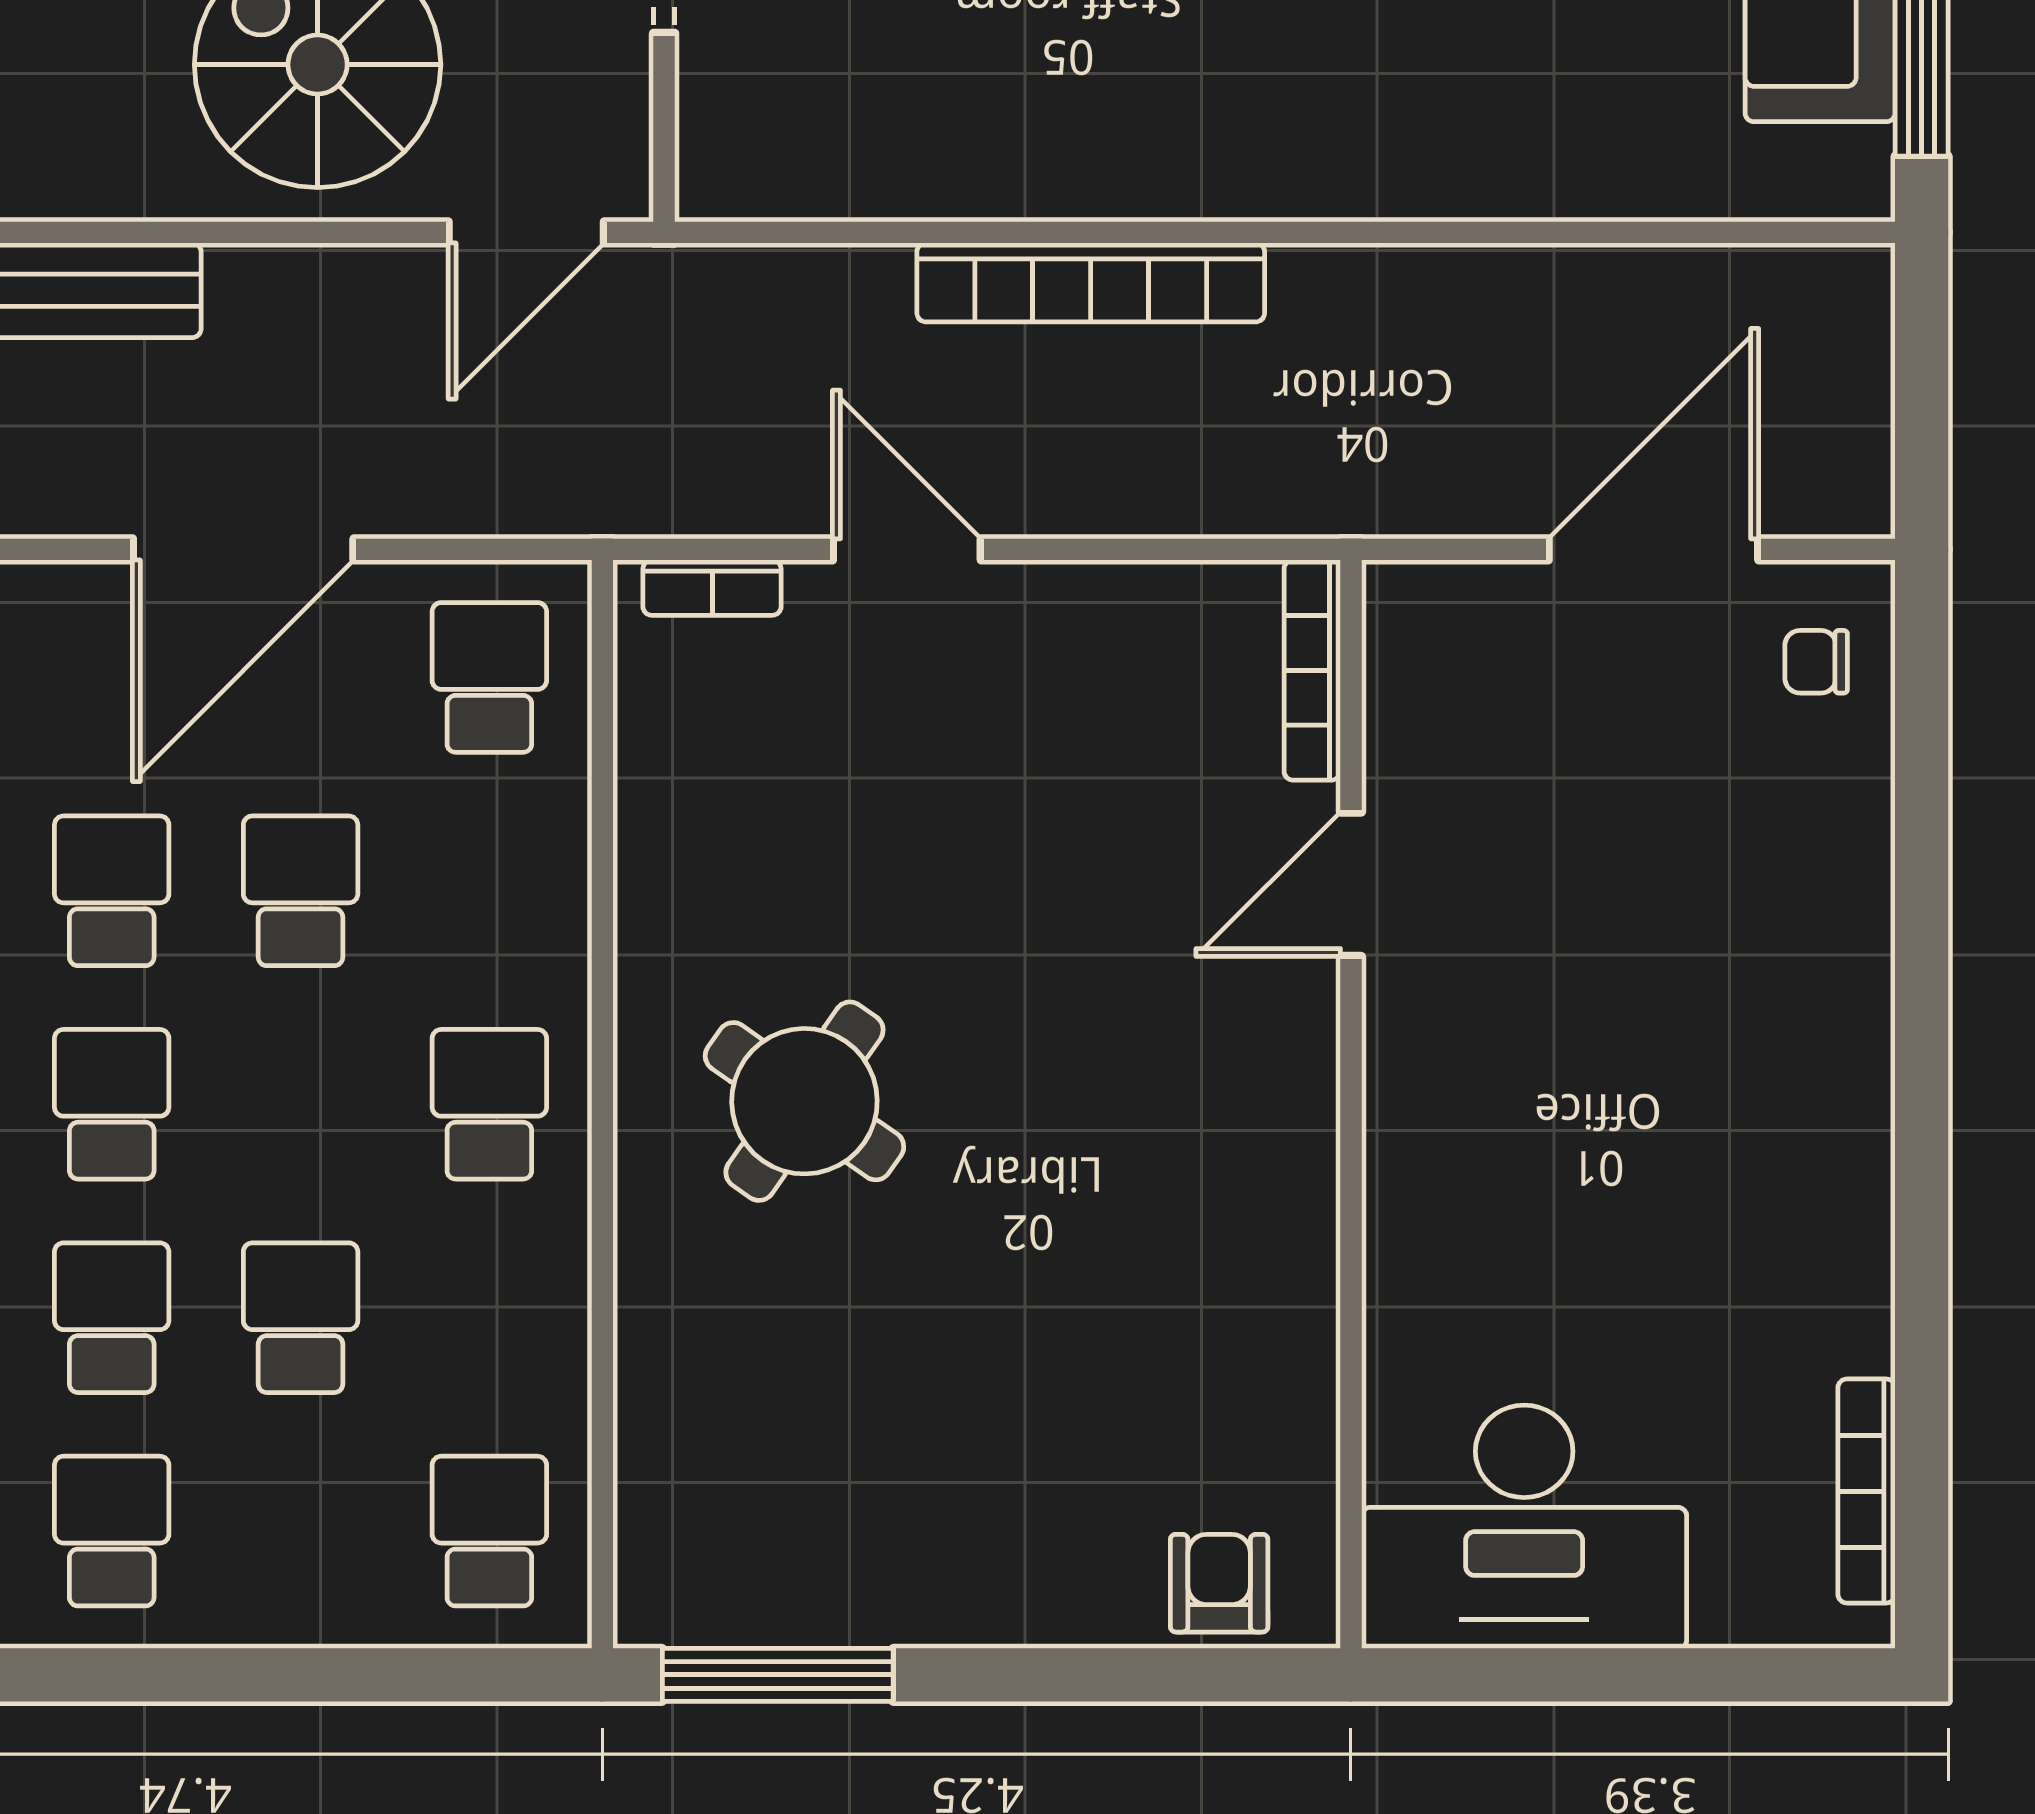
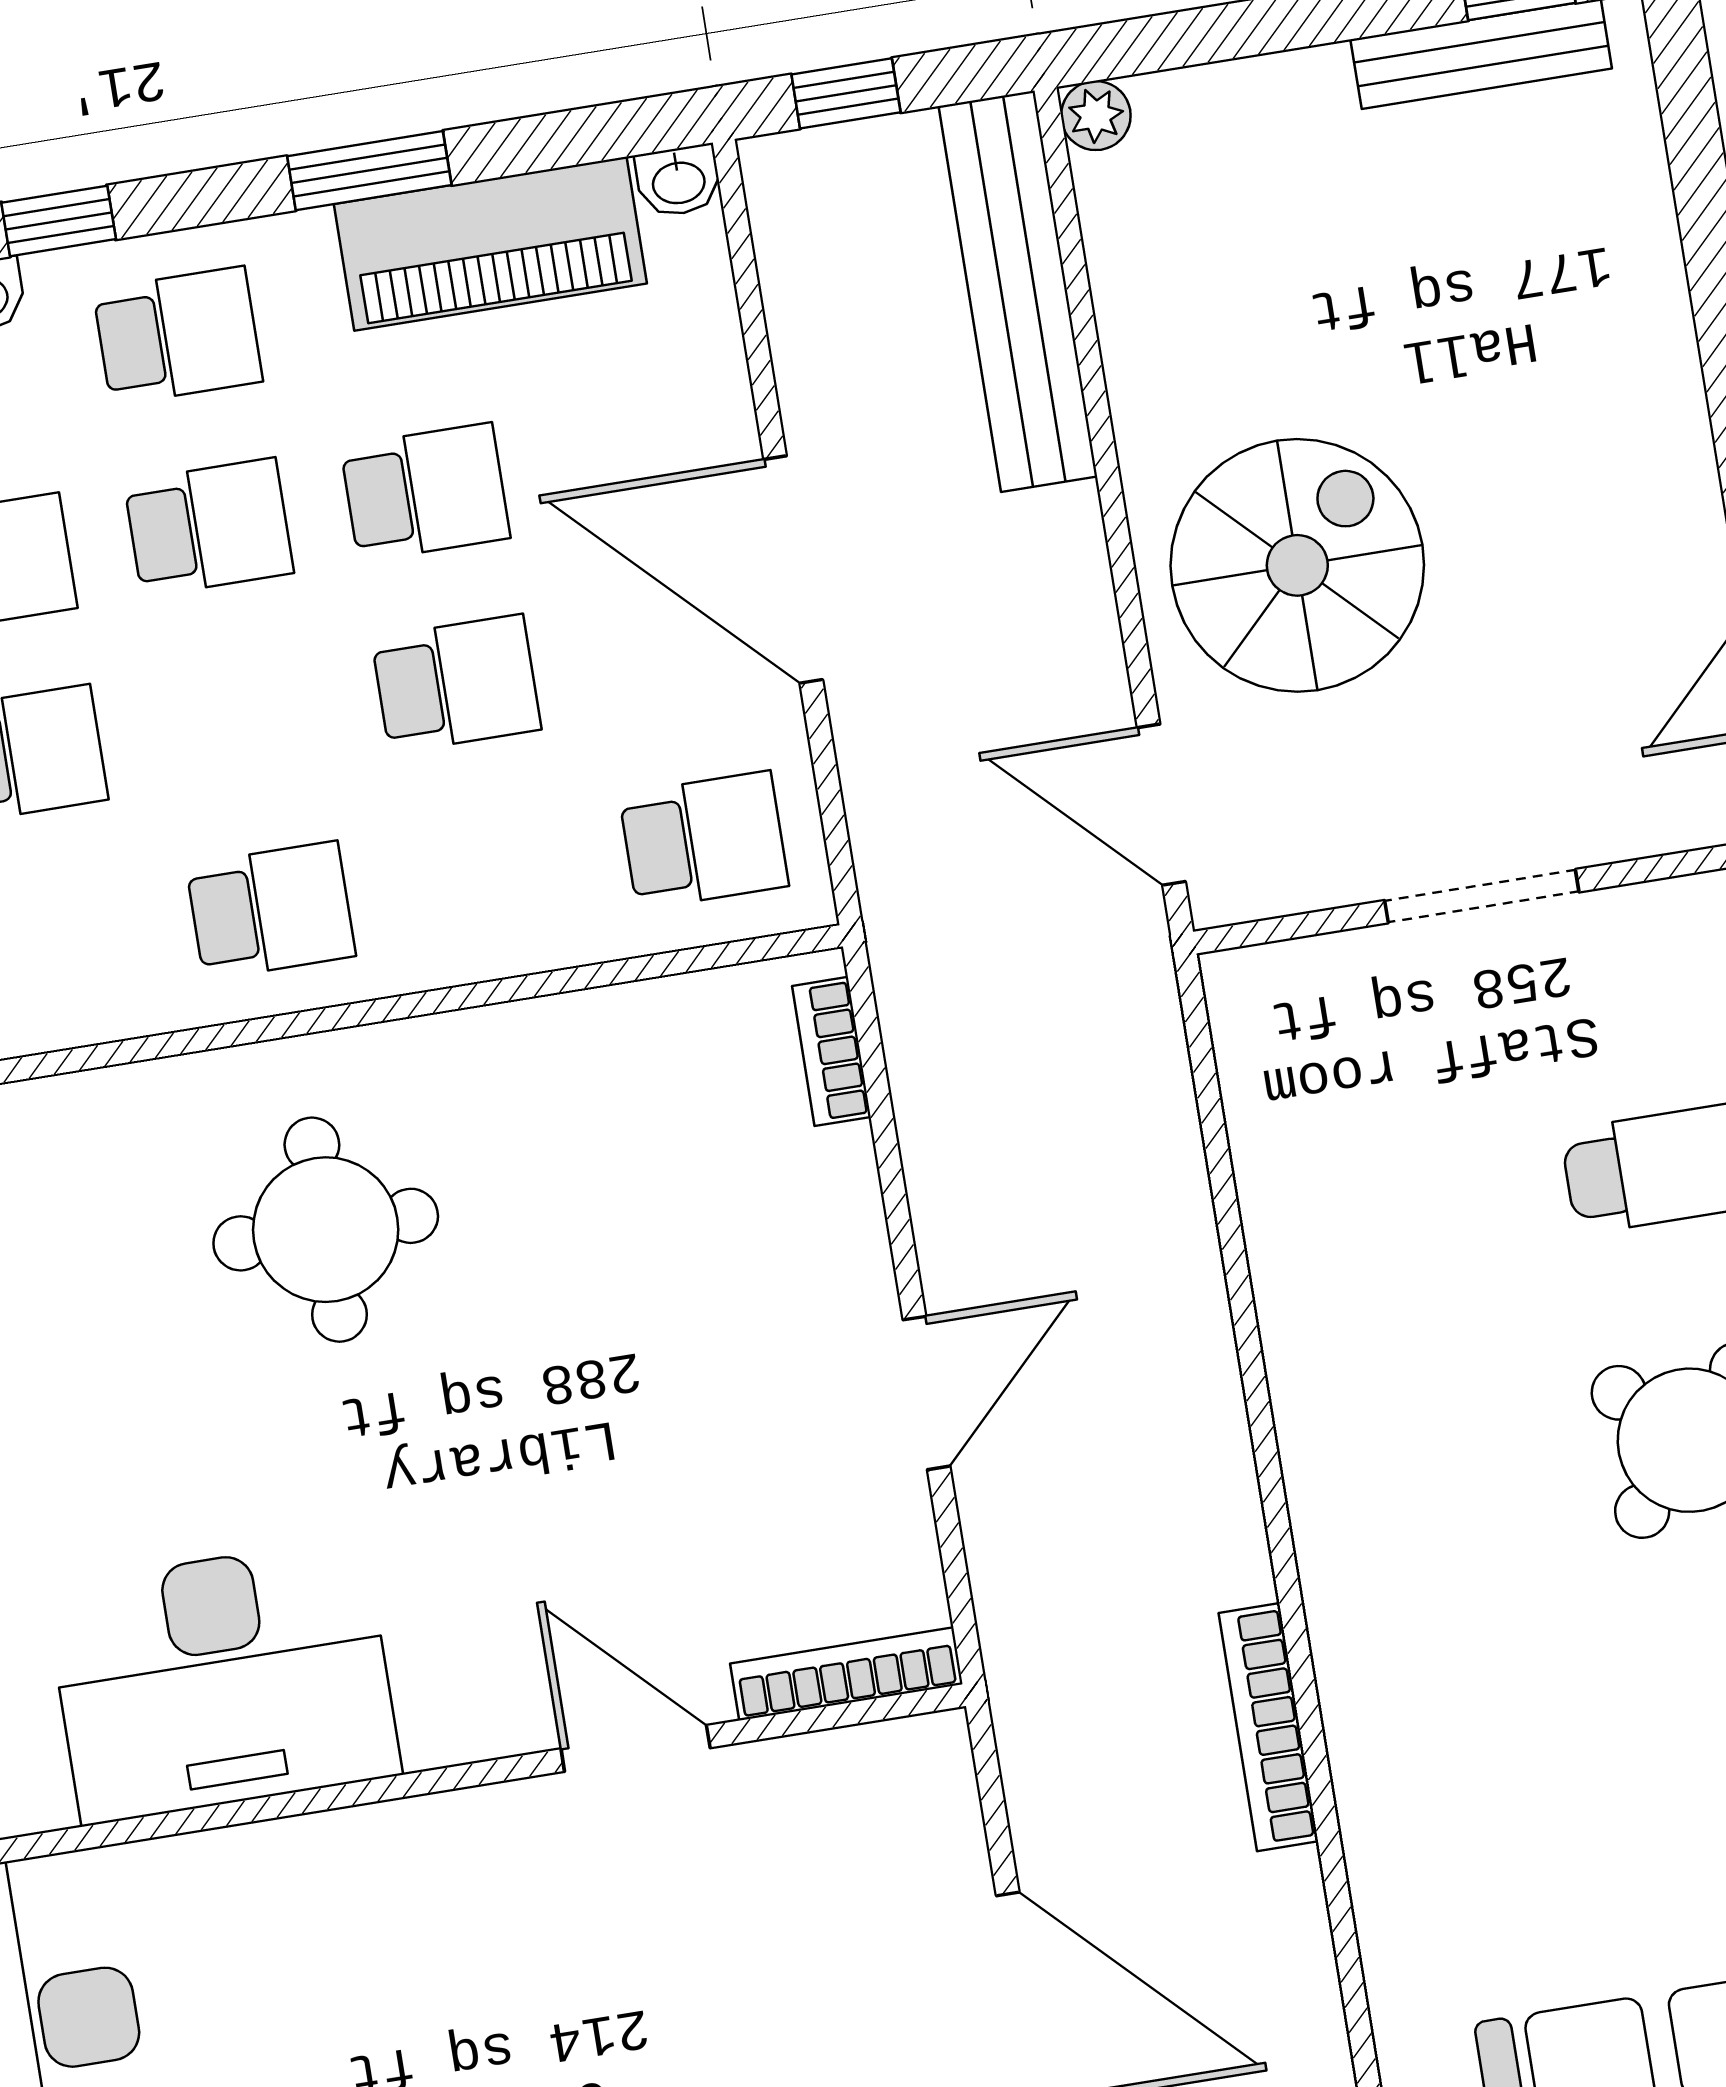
bookcase: (1091, 282) -> (1268, 1727), moved, width x0.68, depth x0.76
door: (907, 549) -> (927, 1393), moved
round table: (804, 1101) -> (326, 1230), turned -35
desk: (1222, 1270) -> (223, 1681), added

